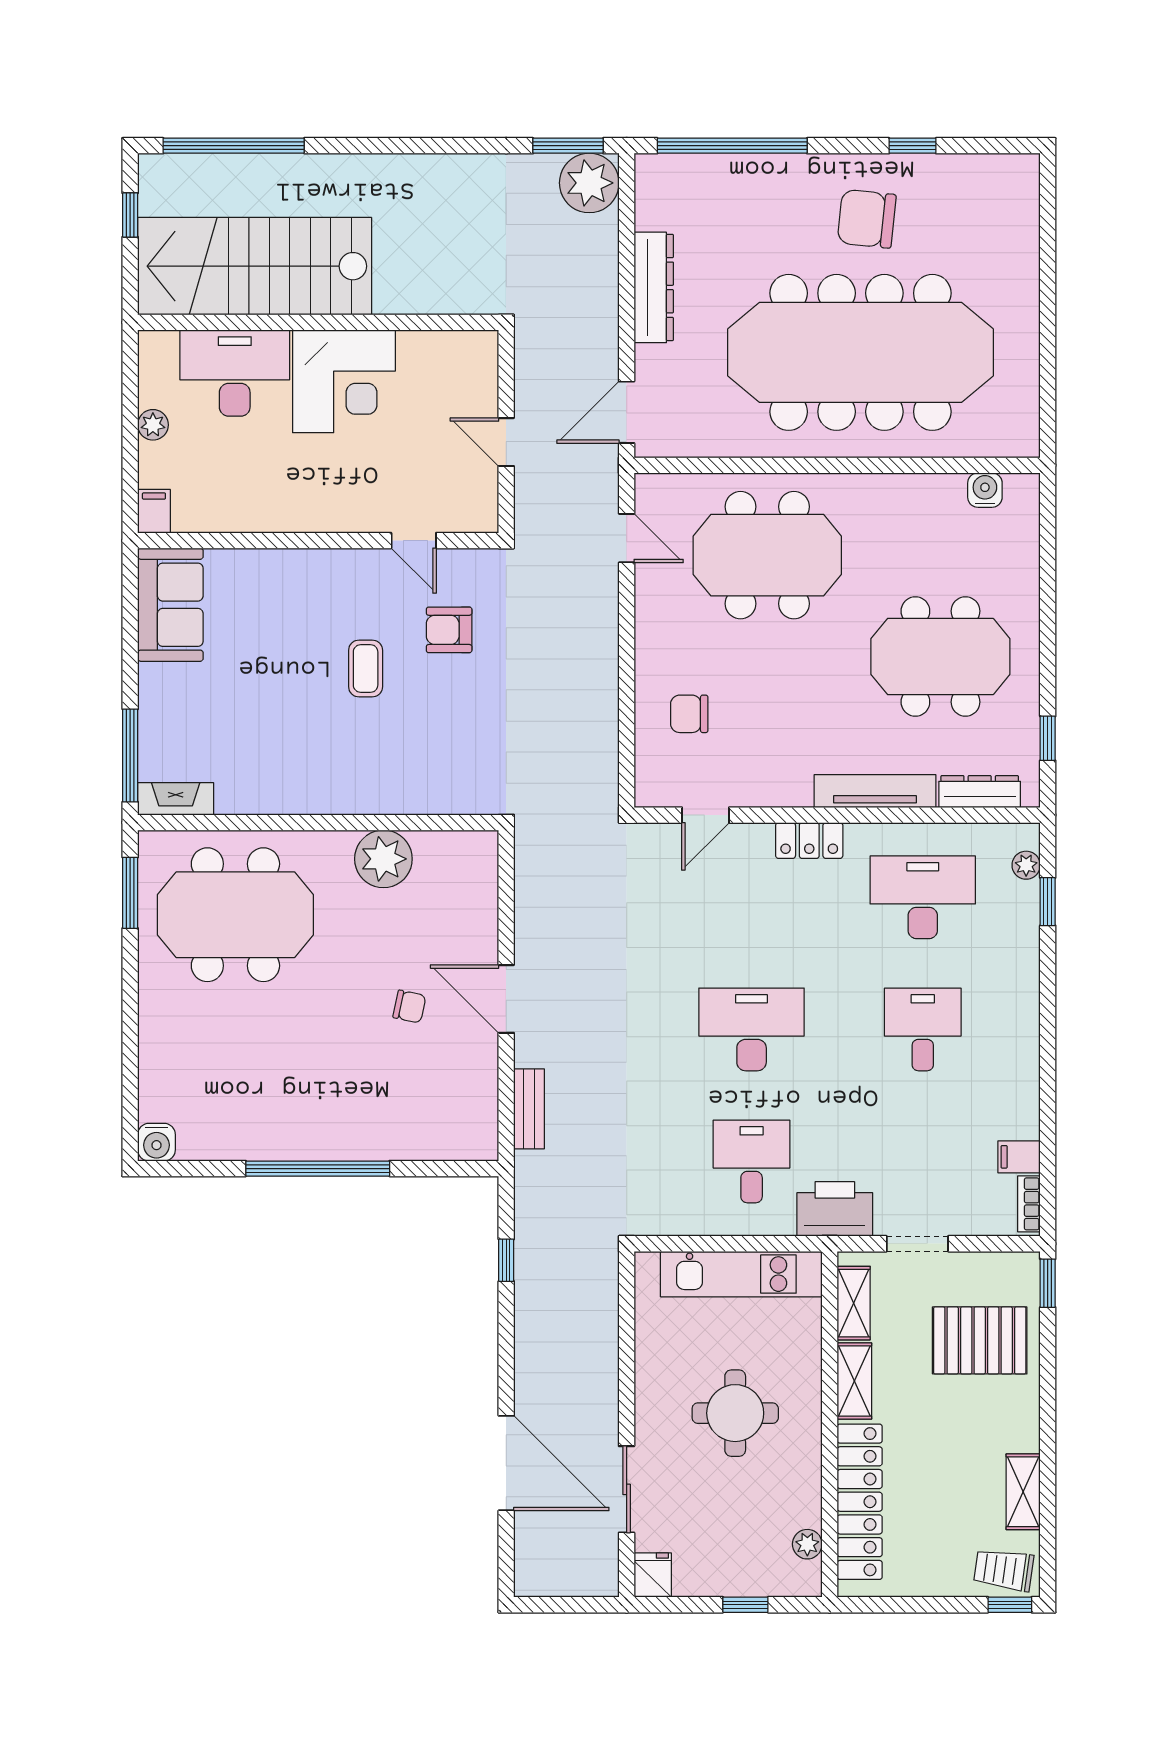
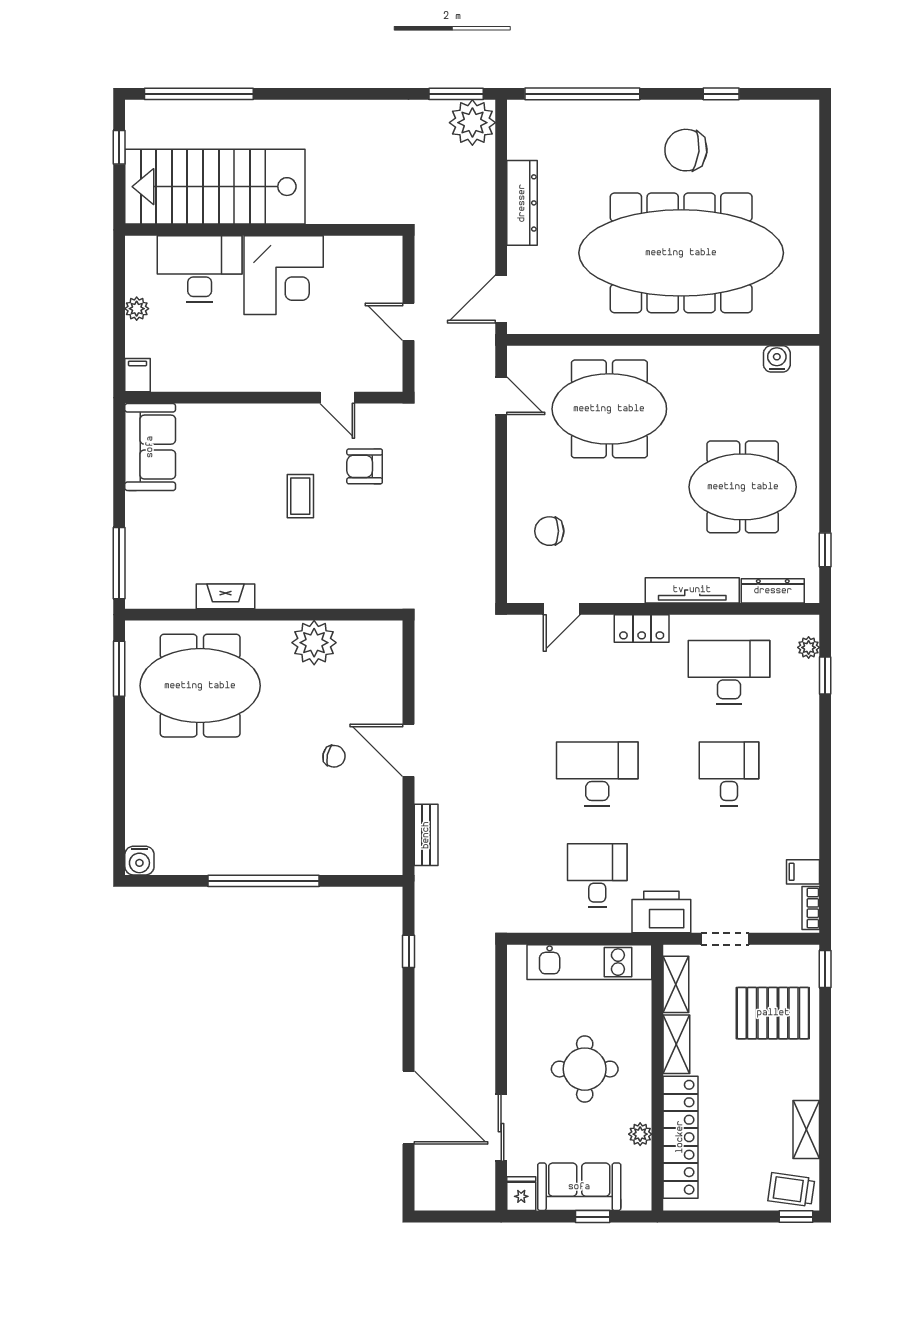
fireplace: (176, 799) -> (225, 596), moved
plant: (807, 1544) -> (640, 1134), moved
sofa: (728, 1566) -> (579, 1187), added

